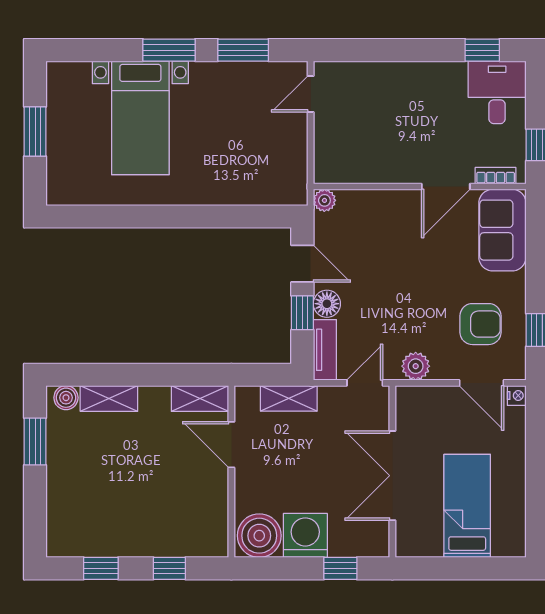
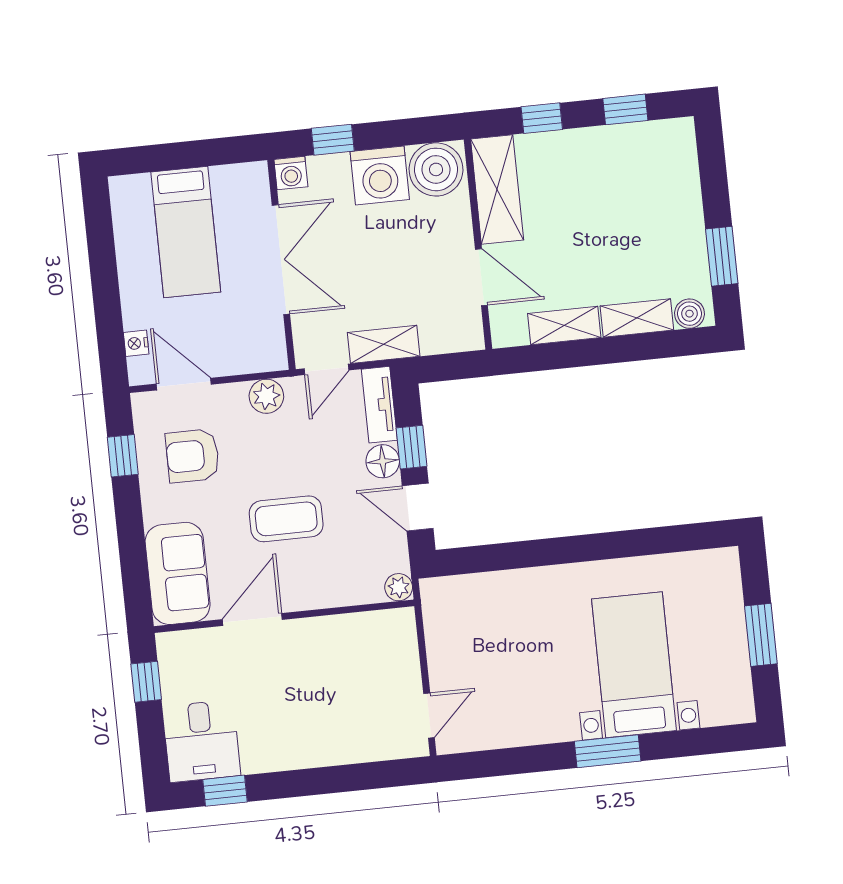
window: (243, 50) -> (517, 761), removed
bookcase: (496, 176) -> (193, 639), removed
coffee table: (410, 265) -> (286, 519), added
nightstand: (517, 396) -> (136, 343), moved
shelving: (289, 398) -> (384, 344), moved
shelving: (200, 399) -> (564, 326), moved
shelving: (211, 514) -> (497, 189), added
washing machine: (377, 545) -> (291, 173), added

